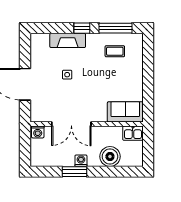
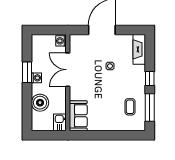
fireplace: (68, 40) -> (139, 49), moved

